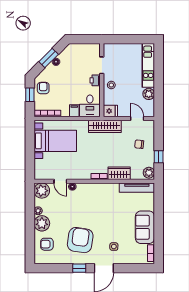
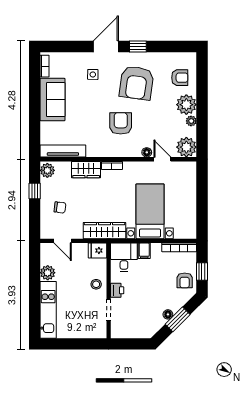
bed with nightstands: (55, 141) -> (150, 211), moved, turned 90
armchair: (92, 209) -> (121, 123), added

